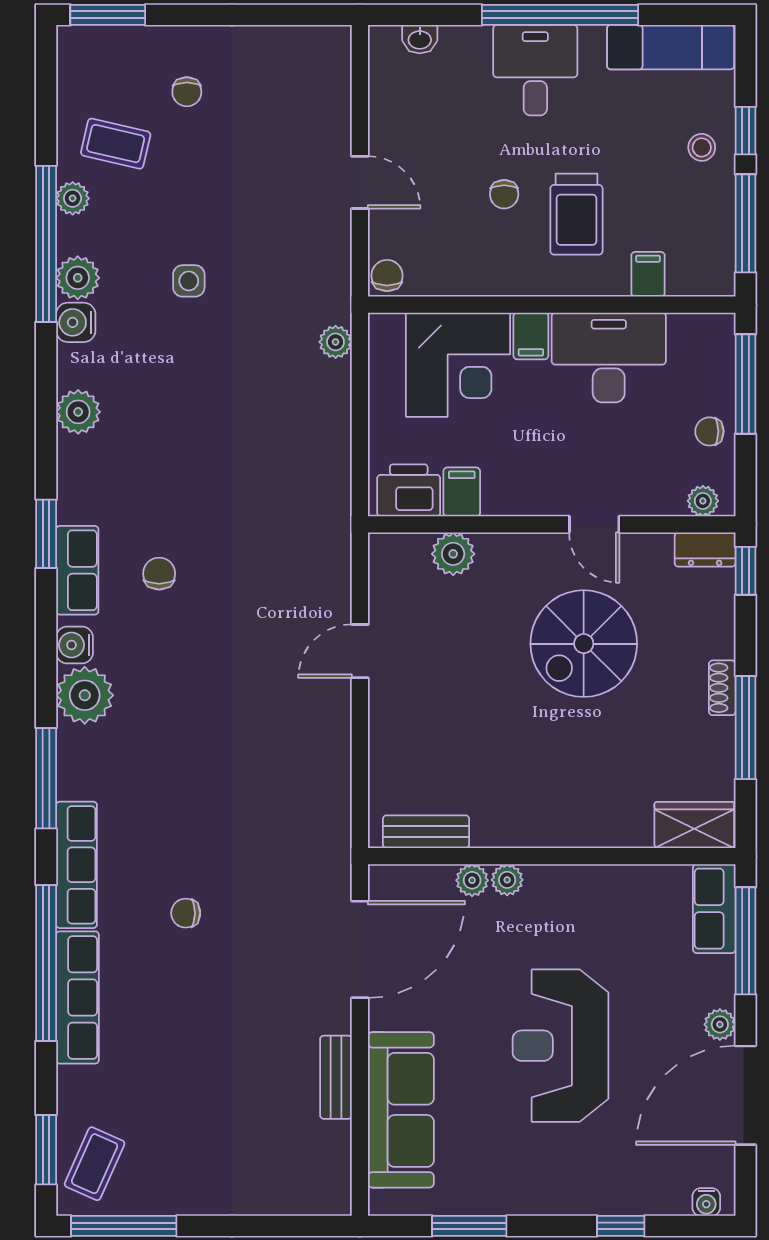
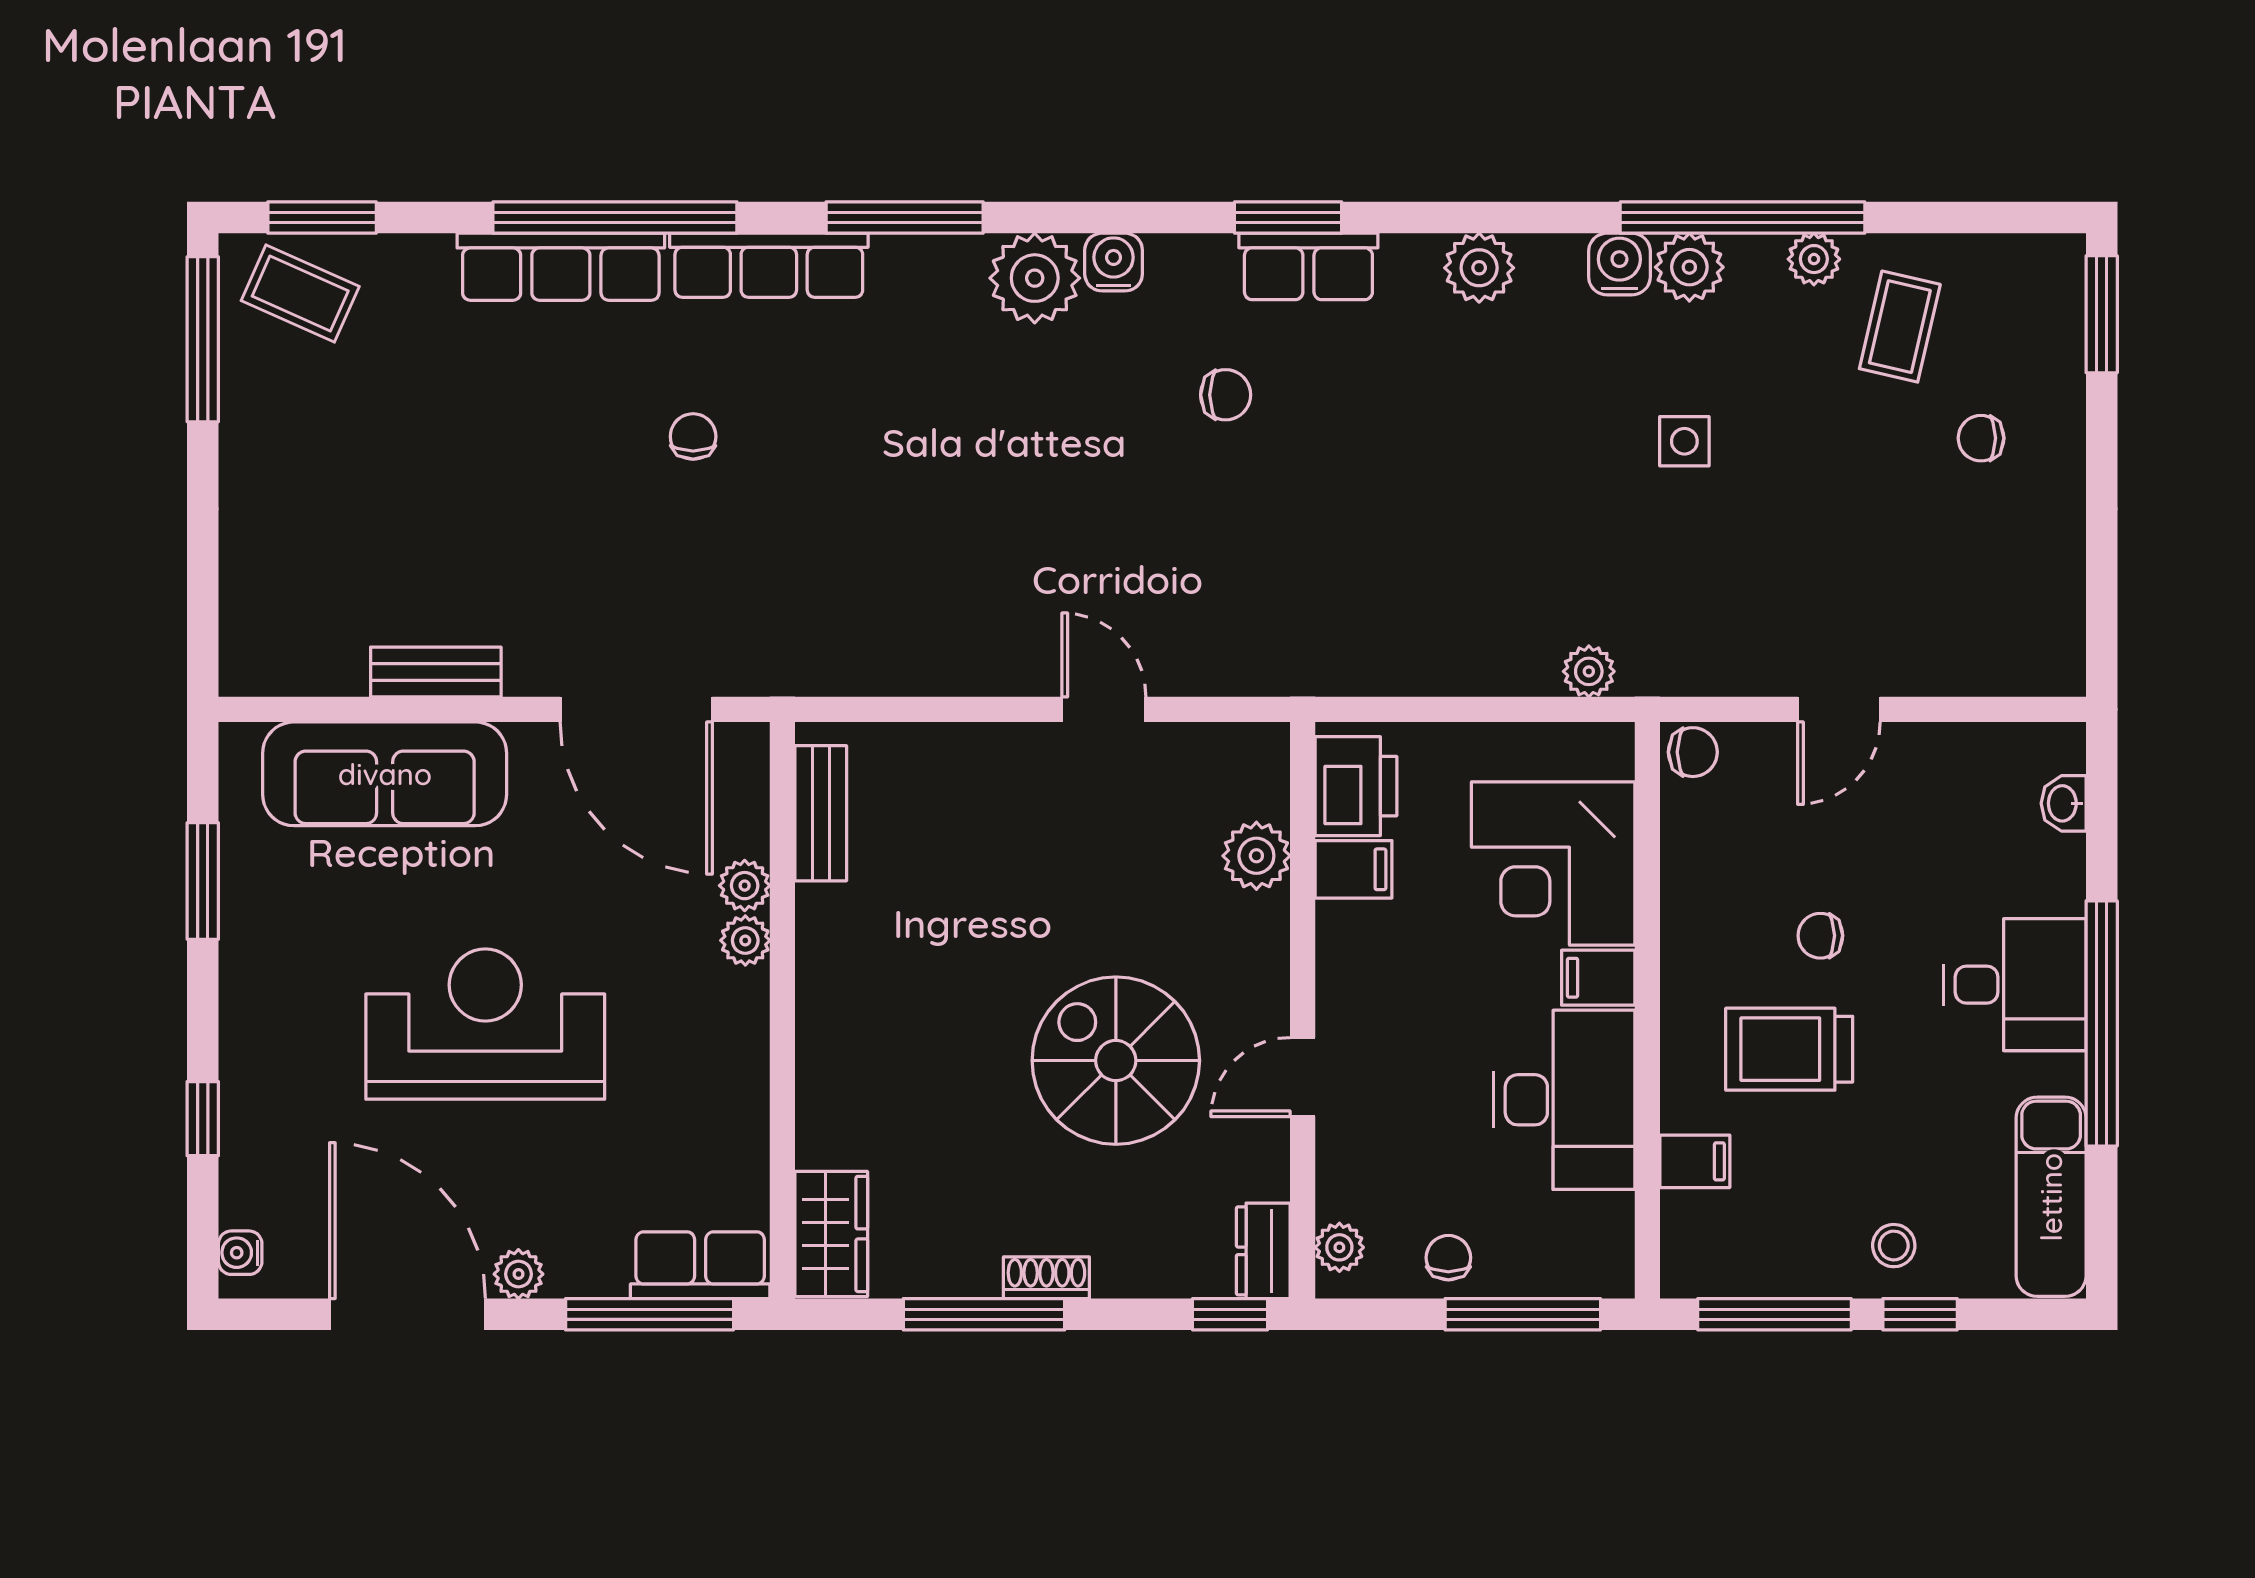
row of seats: (77, 570) -> (1308, 266), moved

